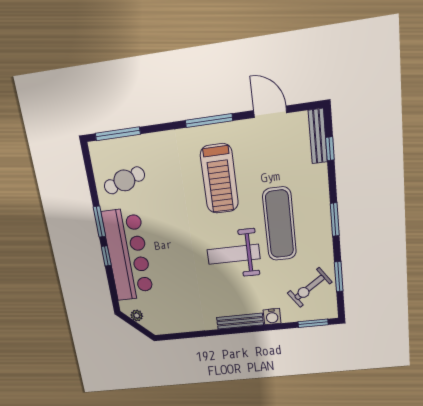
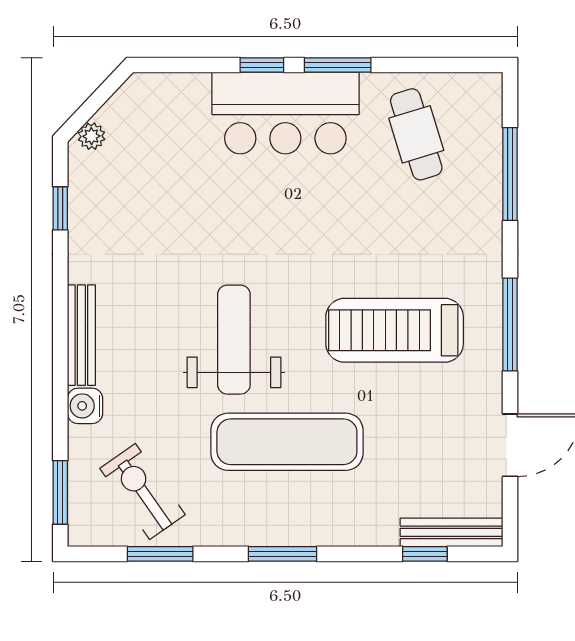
window: (118, 134) -> (510, 174), moved
bar counter: (128, 255) -> (285, 113), width x0.73
plant: (137, 316) -> (91, 136), moved
window: (185, 335) -> (60, 208), added

